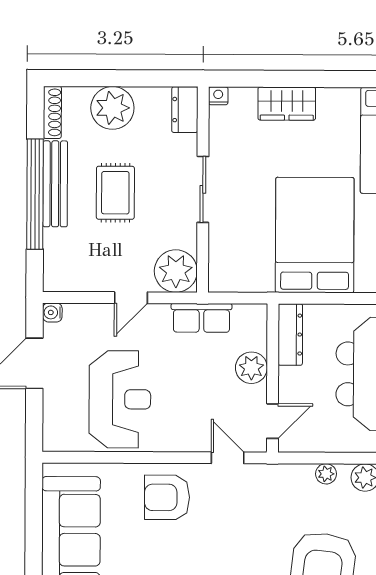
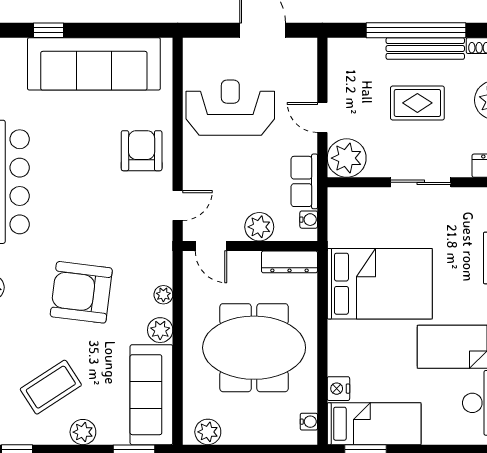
water cooler: (52, 312) -> (309, 220), moved, turned 90
reception desk: (120, 399) -> (230, 108), turned 180

